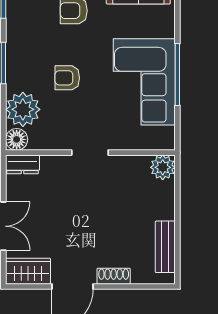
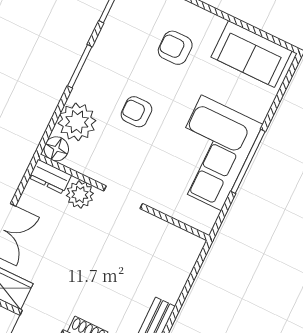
plant: (163, 167) -> (80, 194), moved

